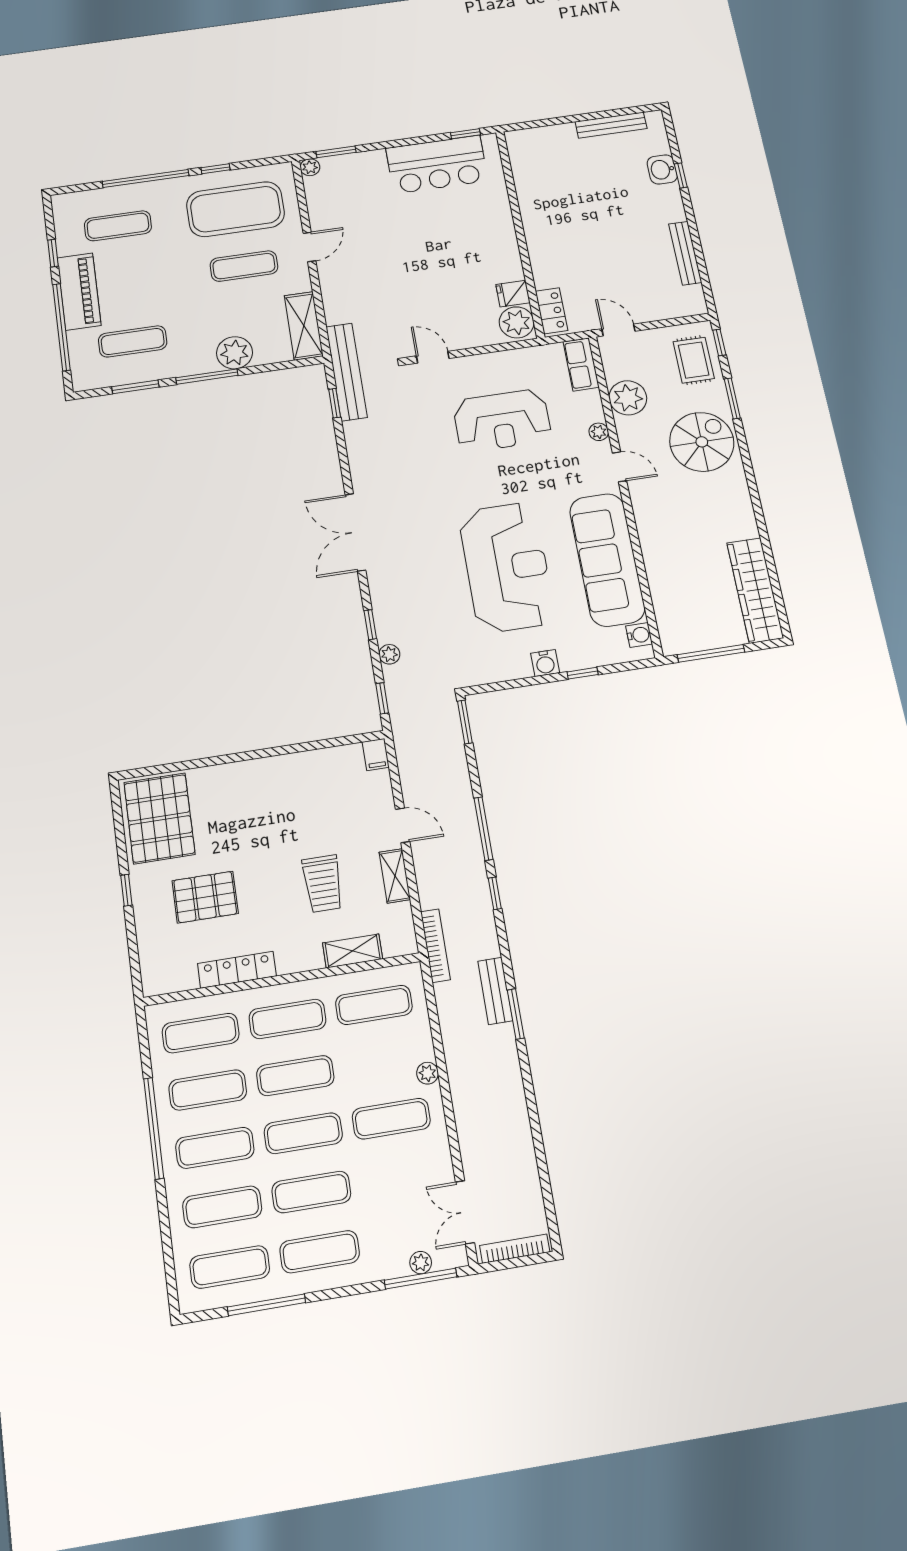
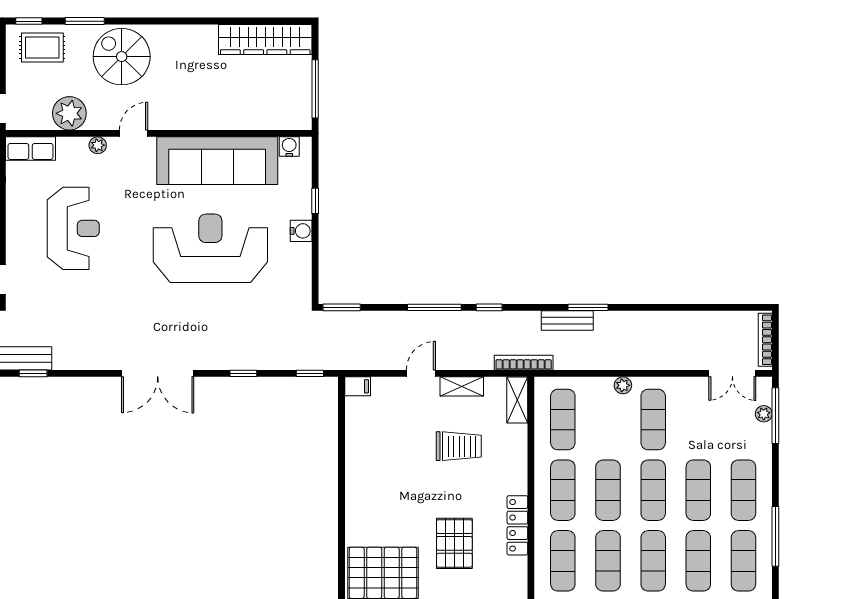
plant: (389, 654) -> (272, 361), removed
shelving: (353, 951) -> (517, 400), moved

